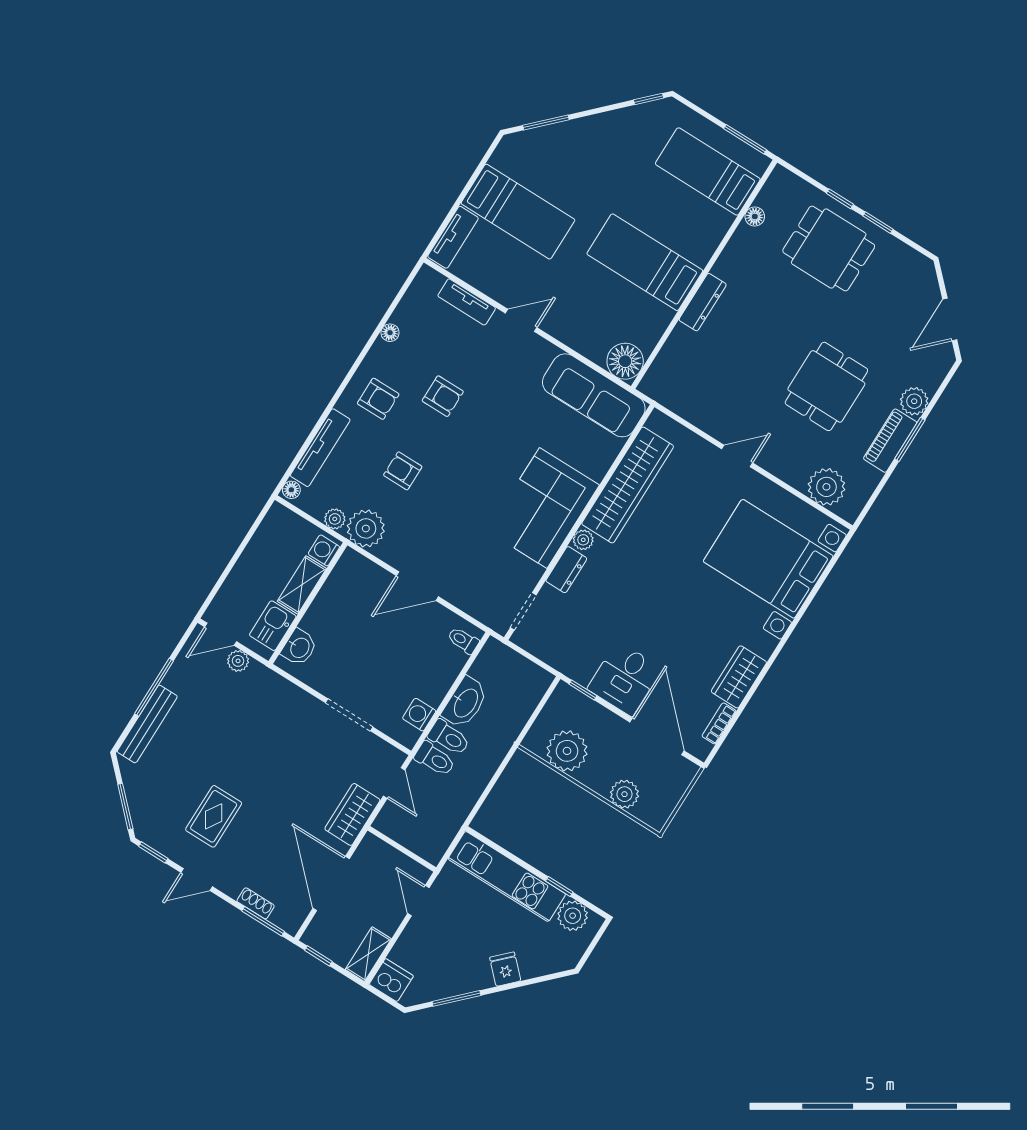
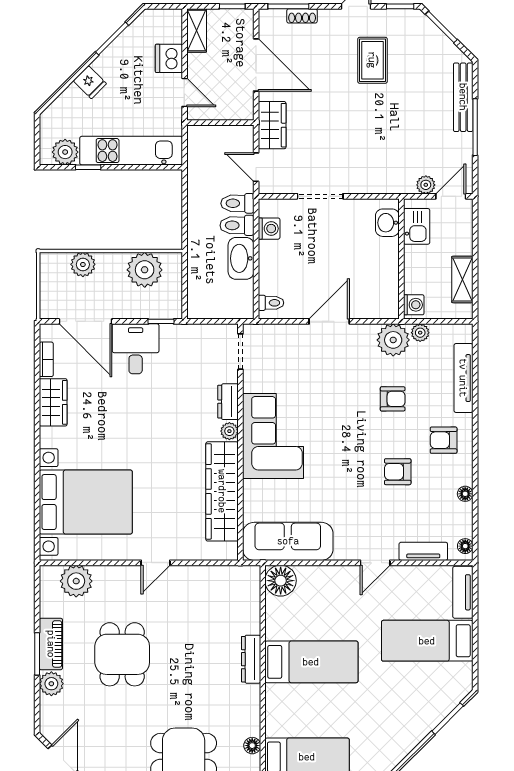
floor lamp: (291, 490) -> (465, 546), moved
shelving: (302, 585) -> (462, 279), moved
dishwasher: (391, 980) -> (169, 58), moved, turned 90

